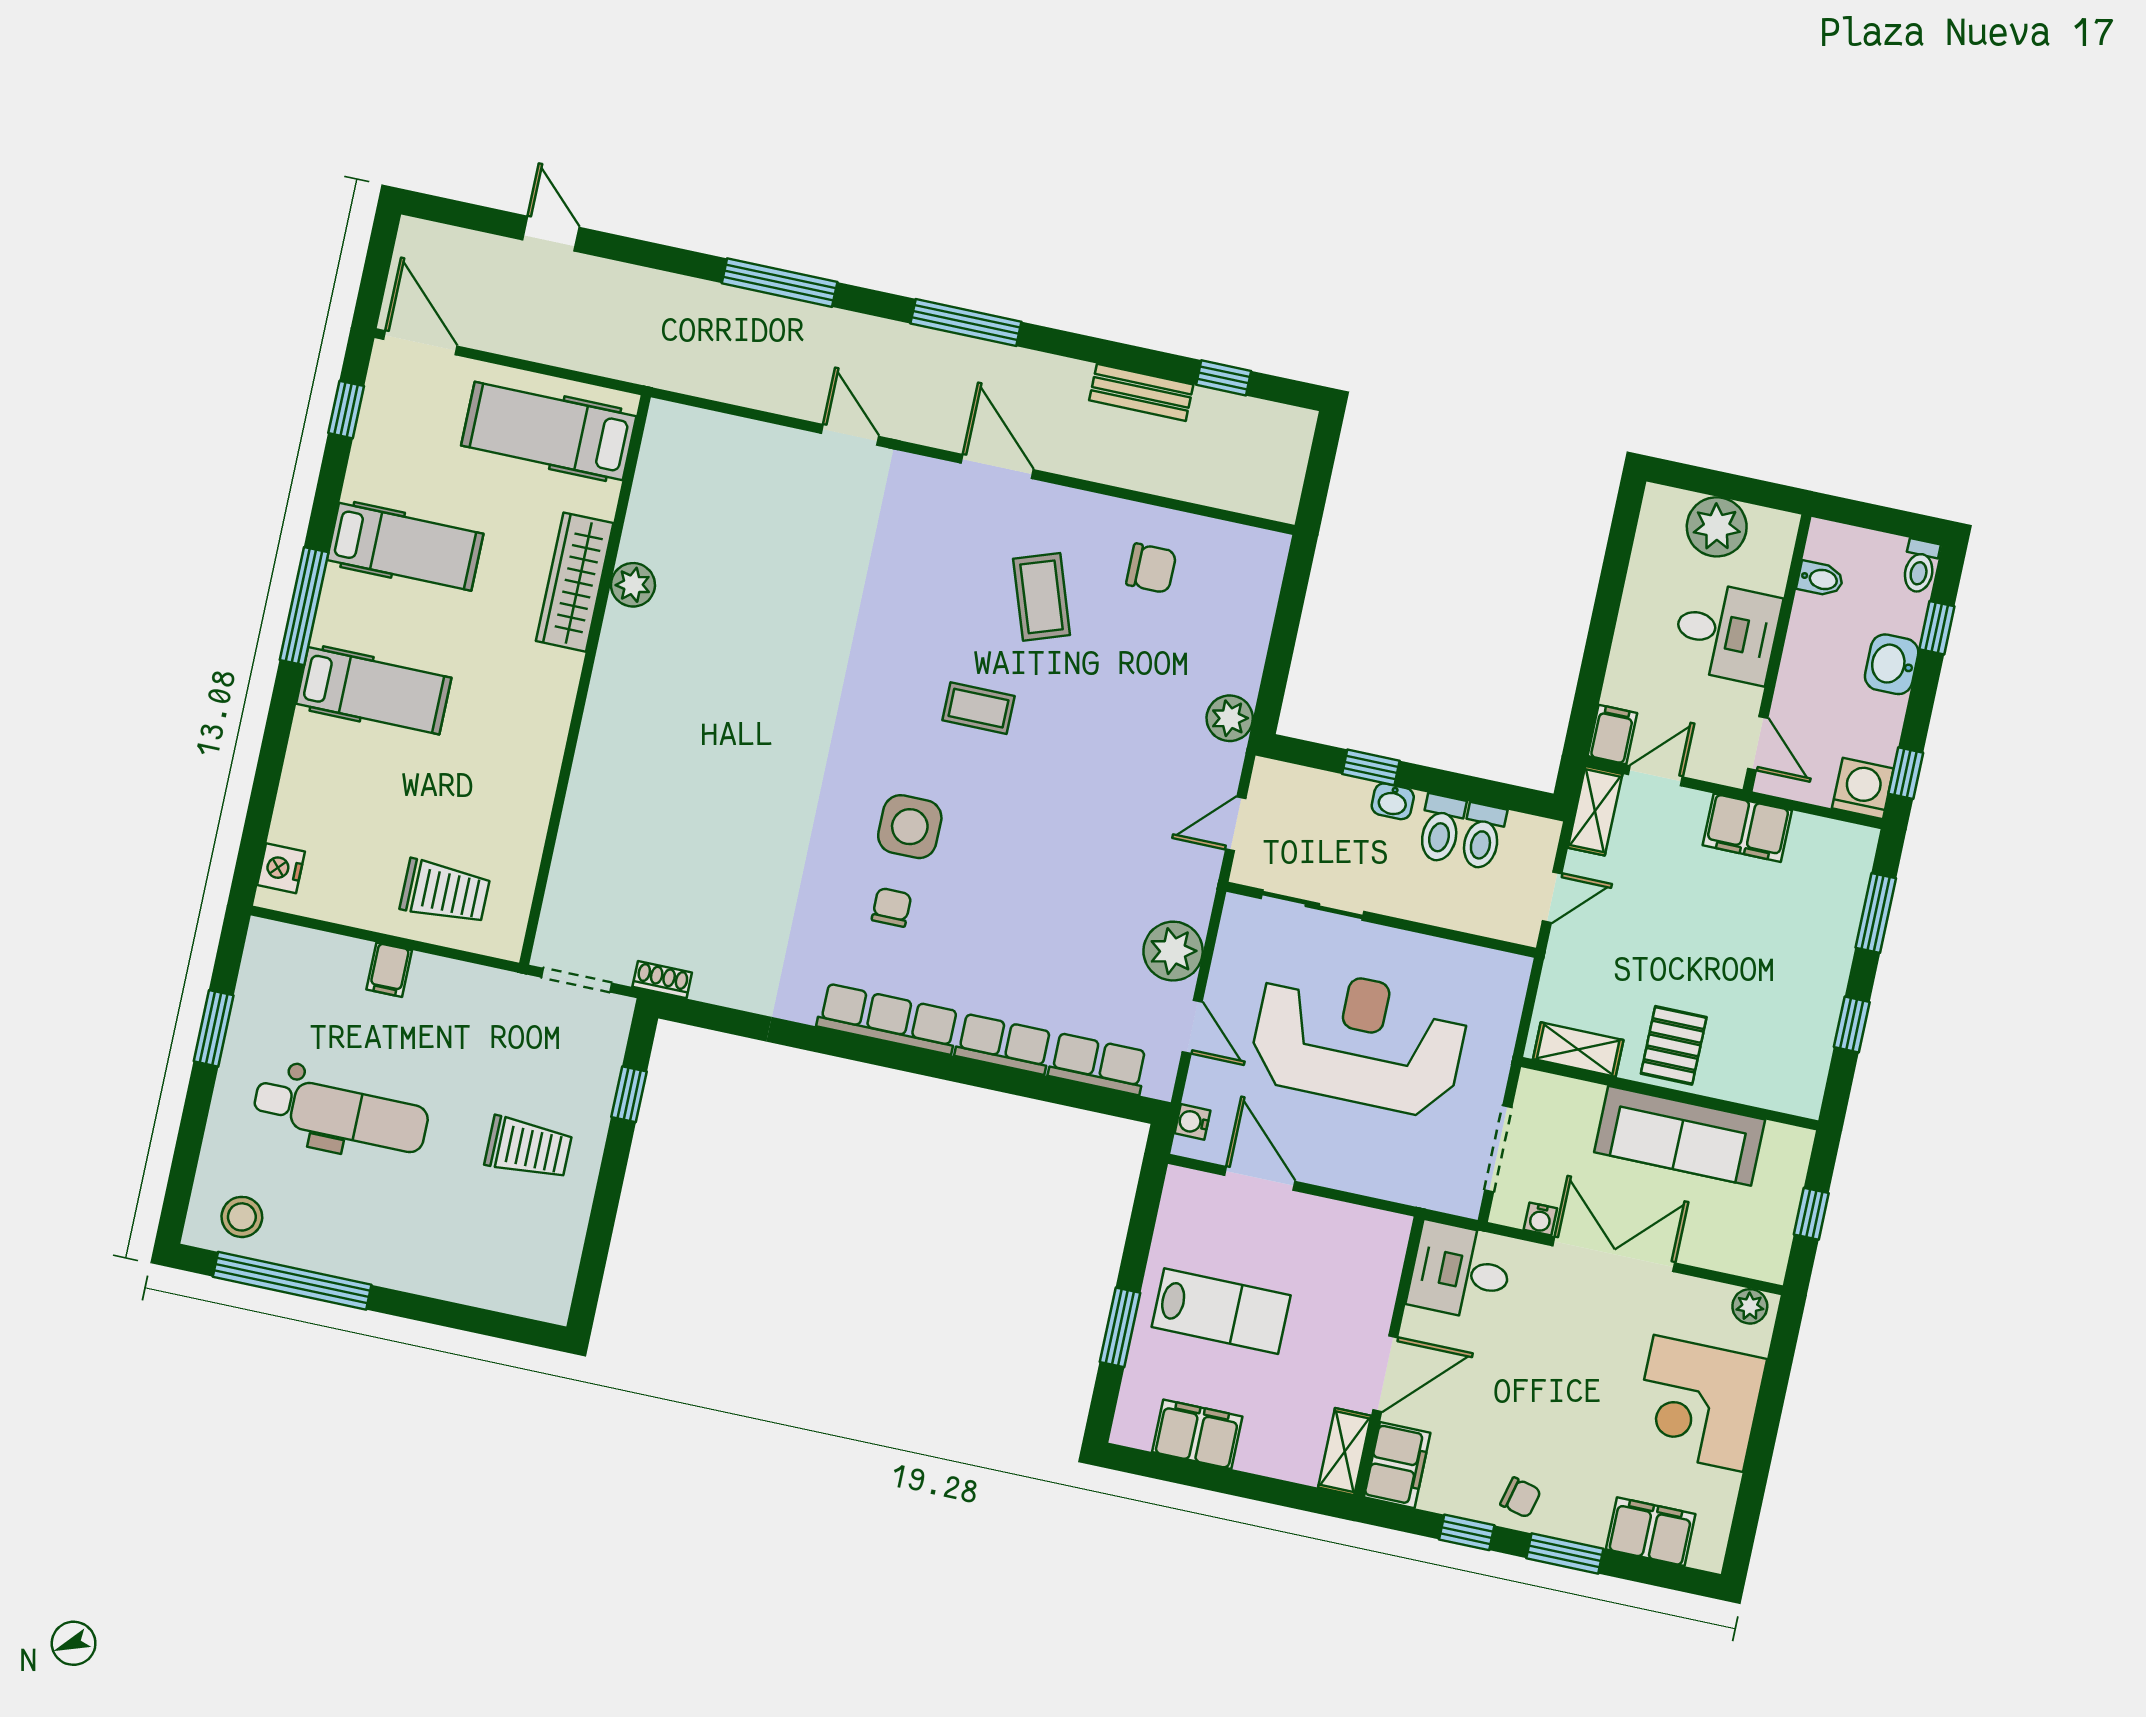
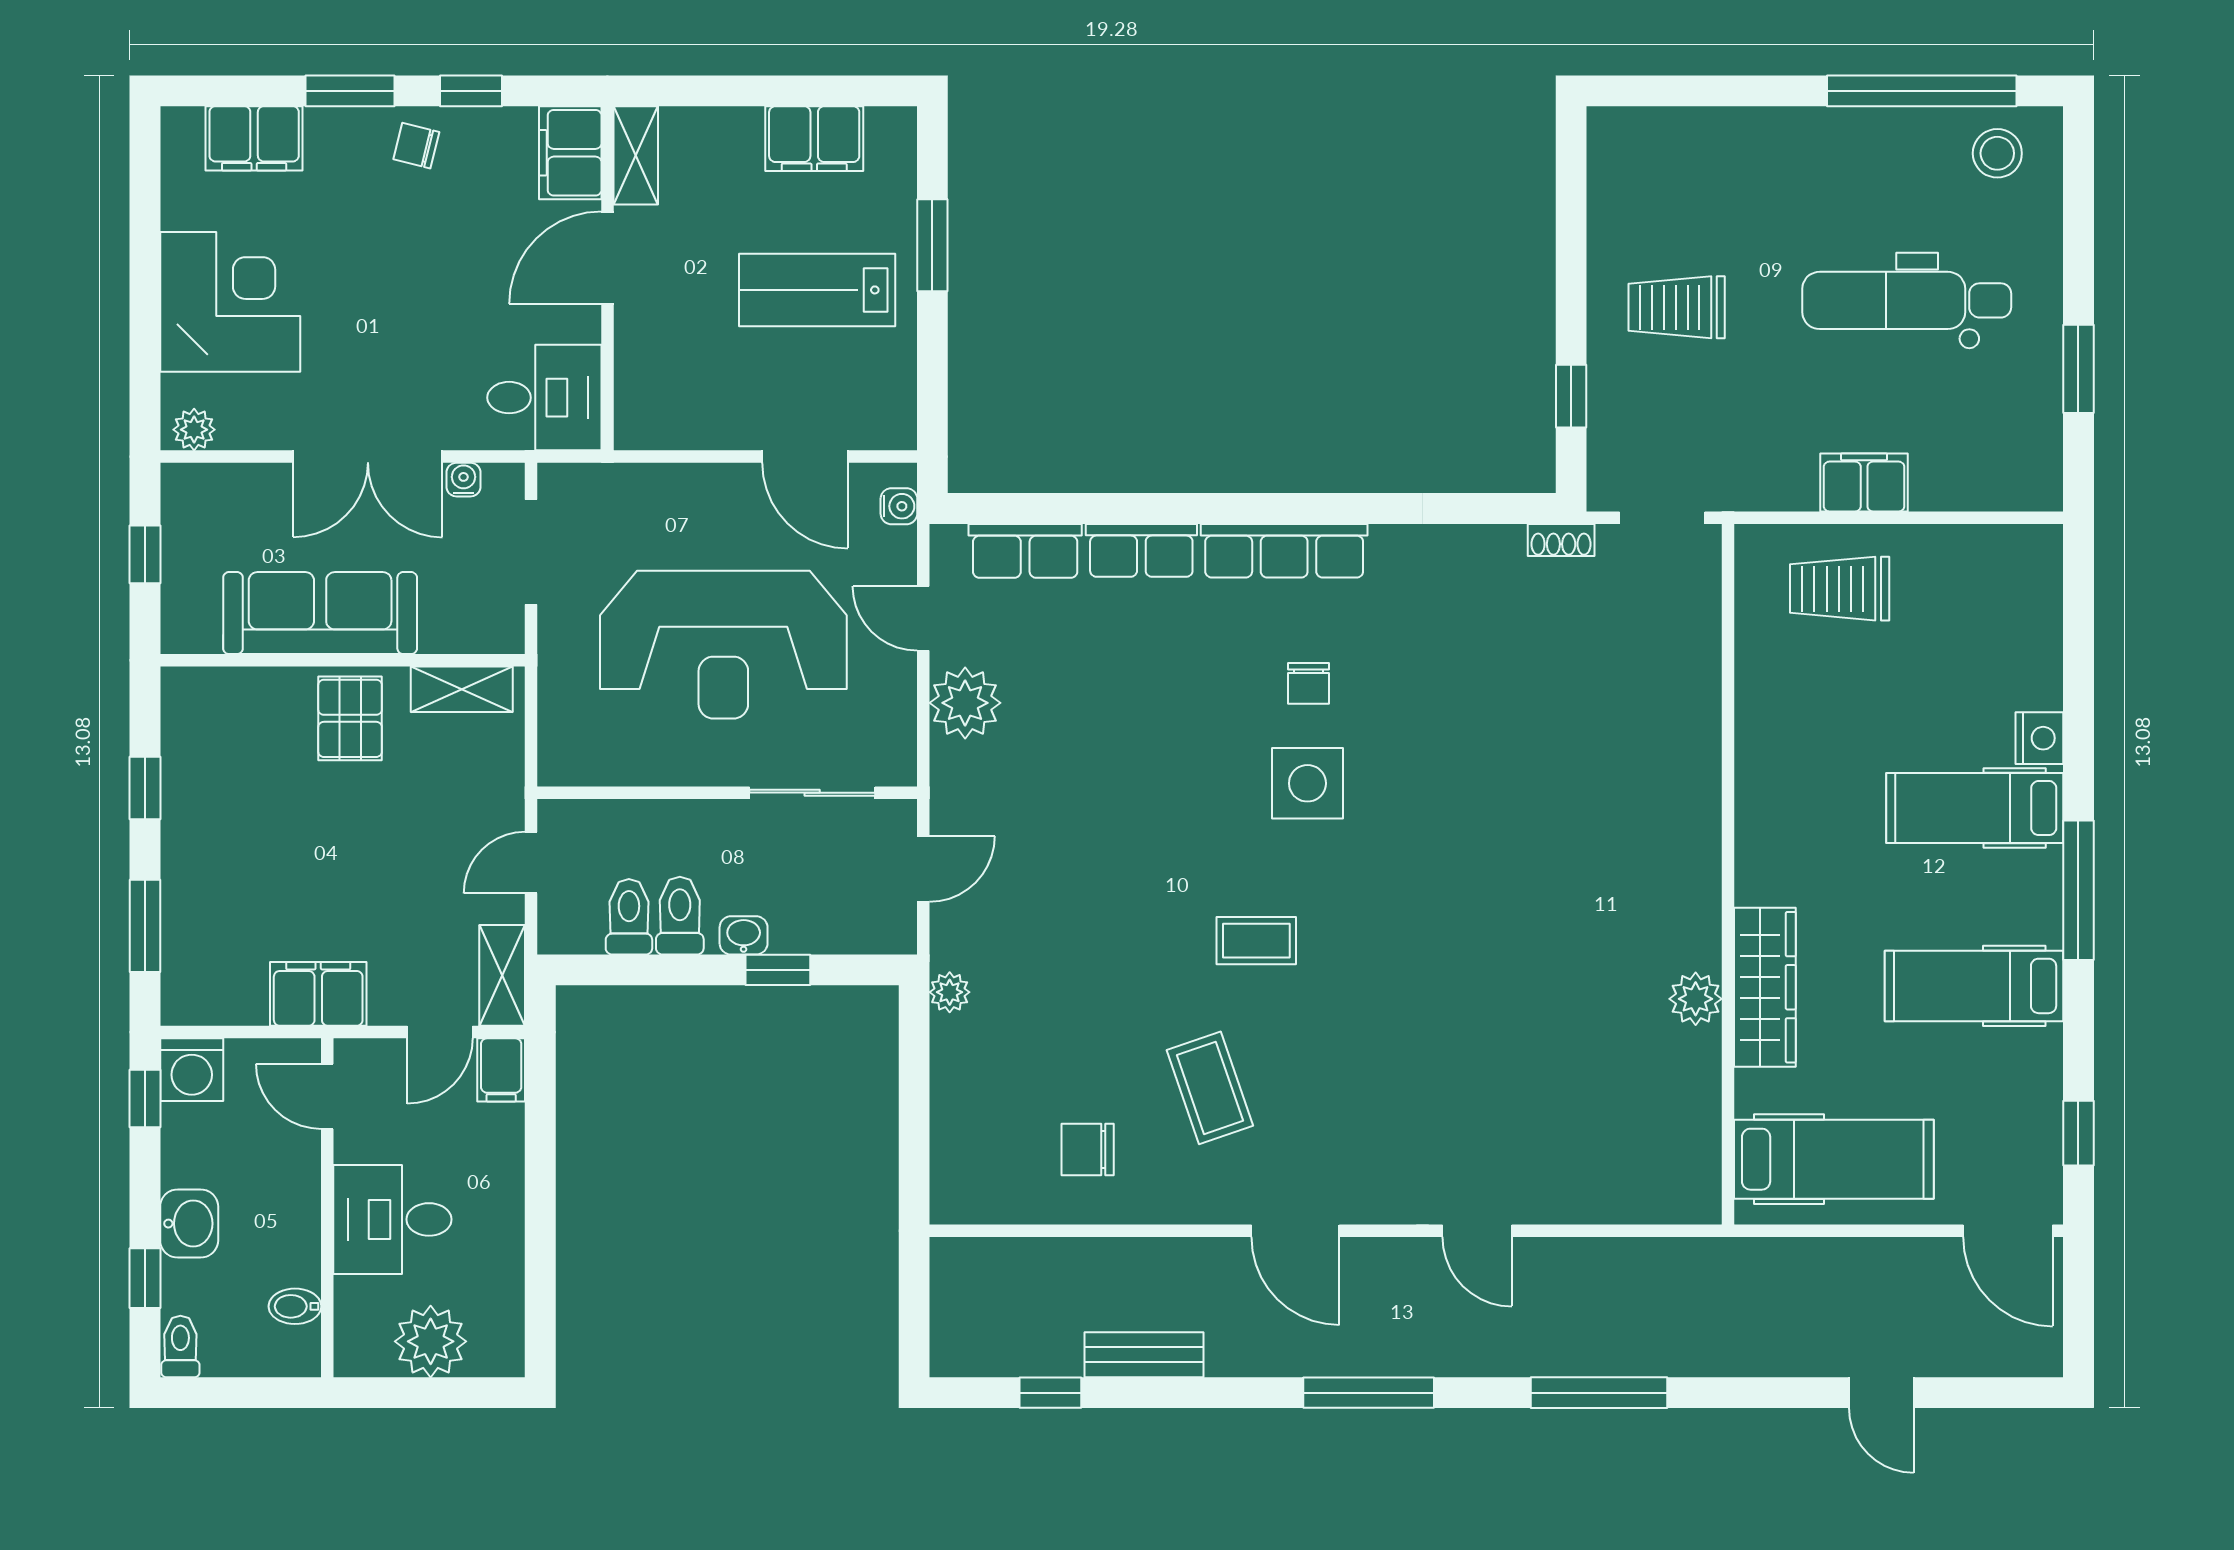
plant: (1230, 718) -> (950, 992), width x0.73, depth x0.73
nightstand: (281, 868) -> (2039, 738), moved
filing cabinet: (389, 970) -> (1864, 482), width x2.00

